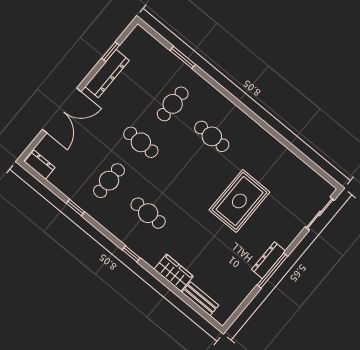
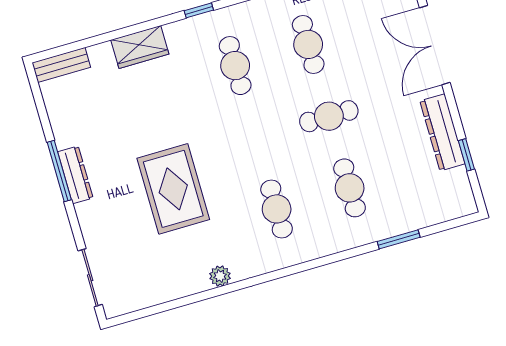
cafe table: (212, 136) -> (277, 209), turned 90
plant: (270, 142) -> (220, 276), added
cafe table: (148, 213) -> (235, 66), turned 90
bench: (200, 299) -> (61, 65), moved

